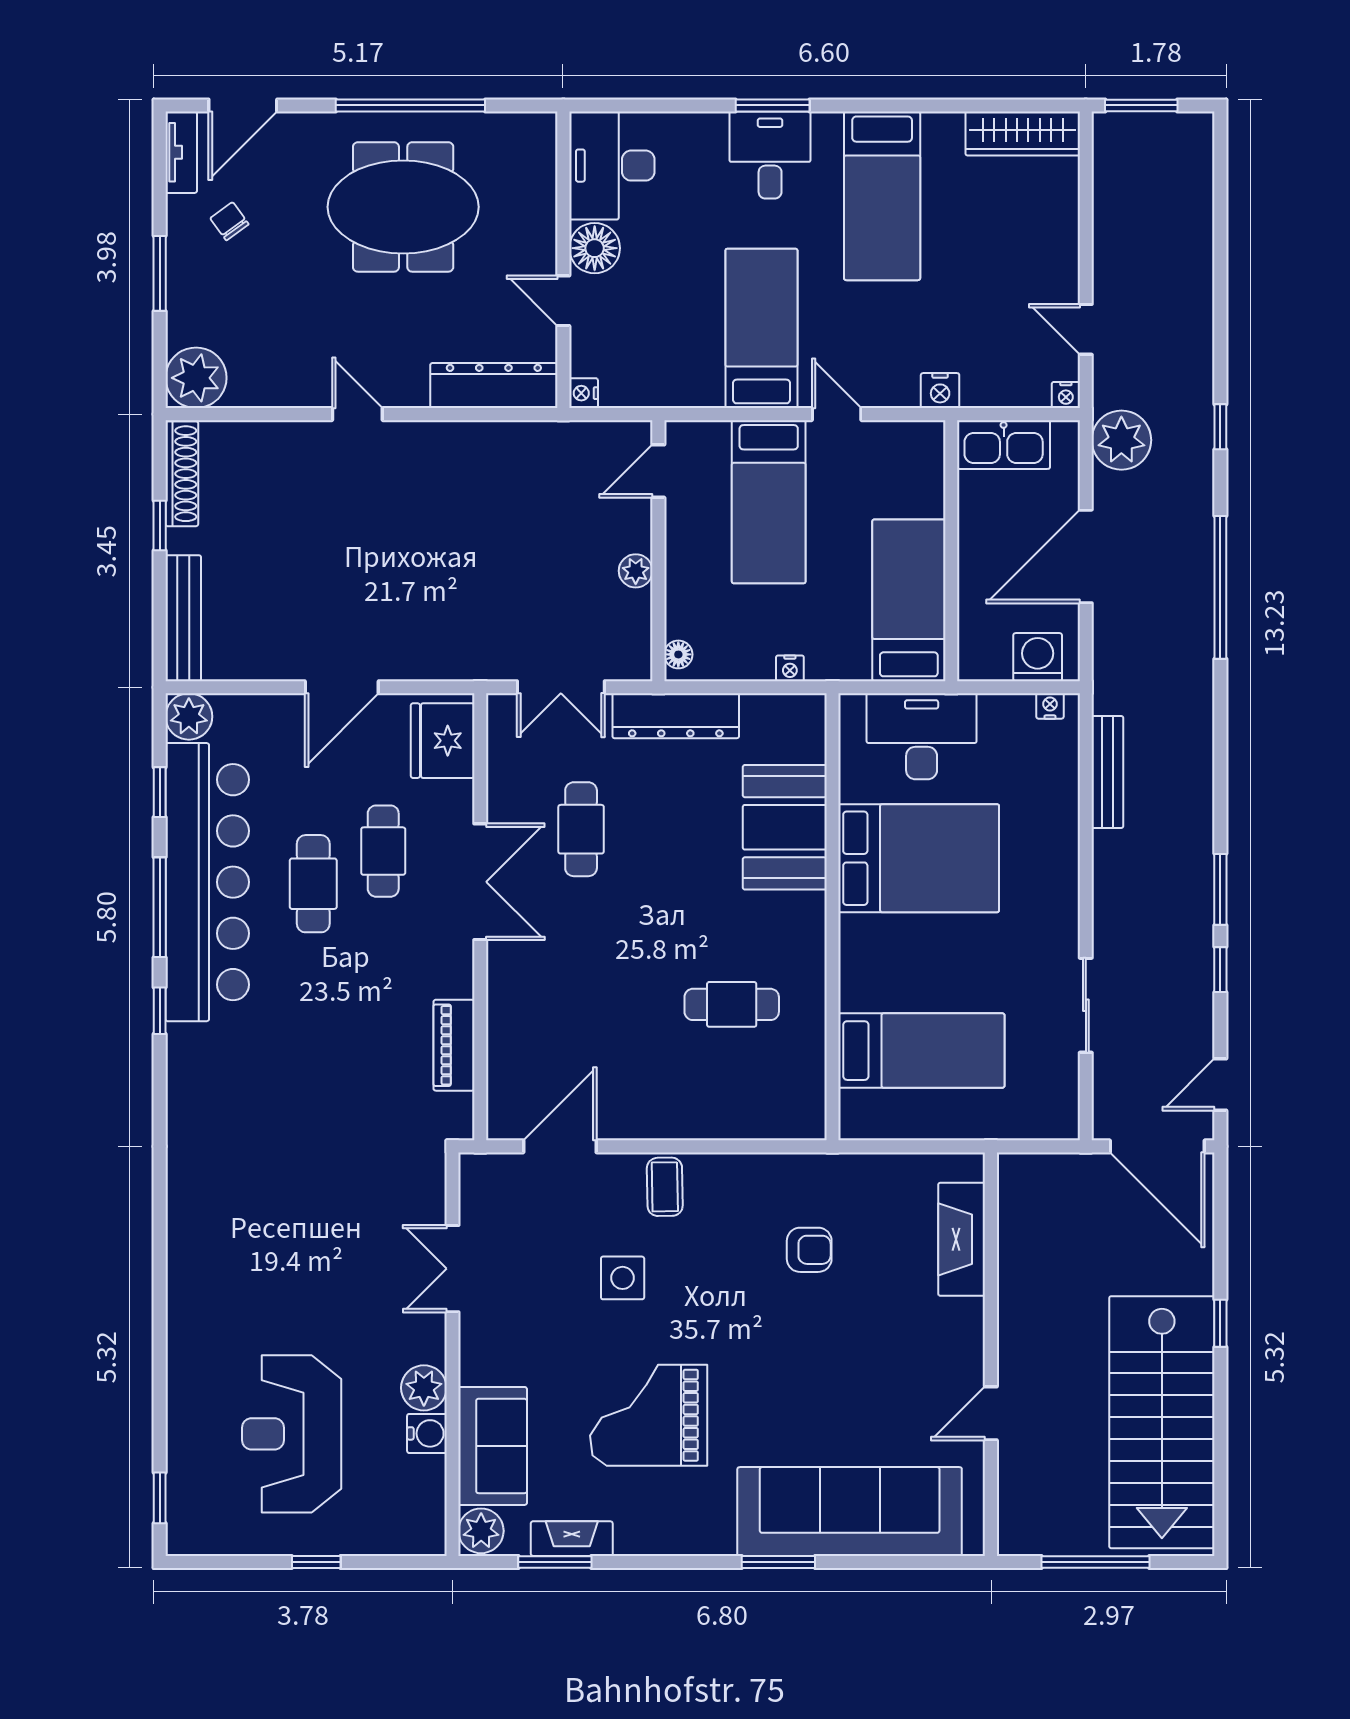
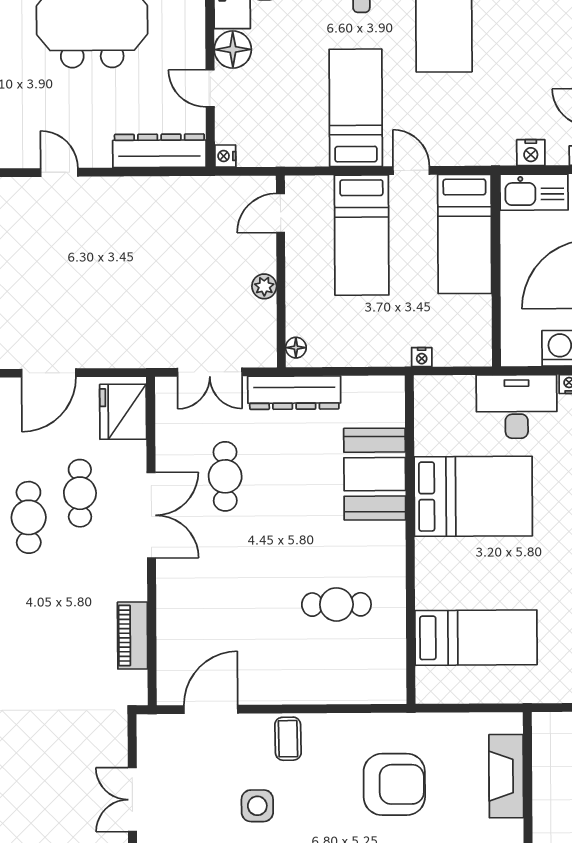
nightstand: (940, 391) -> (531, 153), moved
bed: (909, 600) -> (465, 234), moved, turned 180
nightstand: (790, 668) -> (422, 357), moved
desk: (922, 736) -> (517, 407), moved
armchair: (809, 1250) -> (394, 784), width x1.88, depth x1.88

